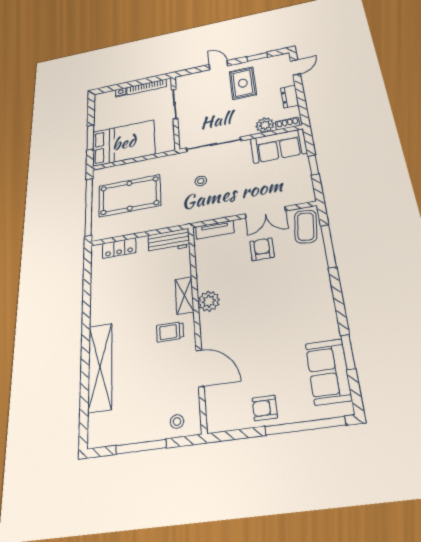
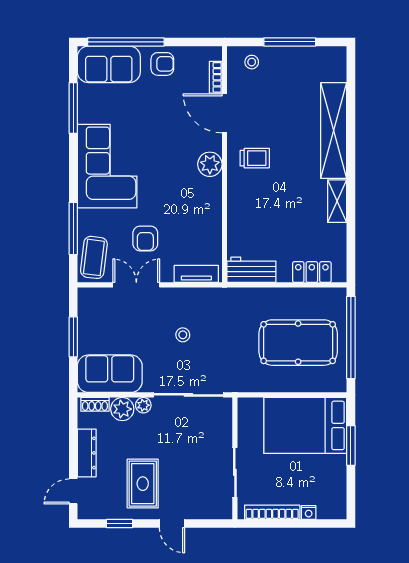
dresser: (290, 97) -> (87, 453), width x1.44
plant: (249, 131) -> (143, 405), added
window: (313, 165) -> (73, 337), width x1.50
stool: (201, 181) -> (183, 335), moved
shelving: (184, 296) -> (337, 201), moved
plant: (209, 301) -> (210, 164), moved
corner sofa: (306, 304) -> (107, 166), added
window: (348, 352) -> (73, 108), width x1.44
sofa: (328, 372) -> (109, 64), moved, turned 90
bookcase: (211, 402) -> (216, 77), added

